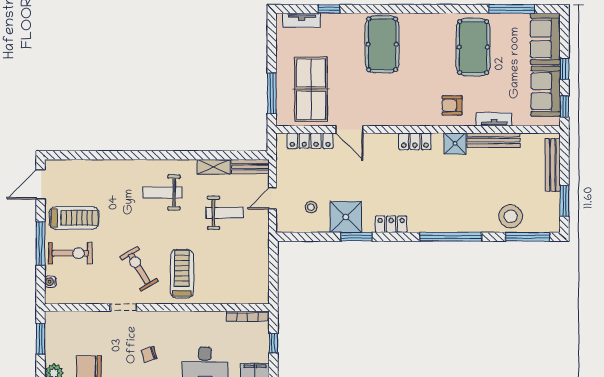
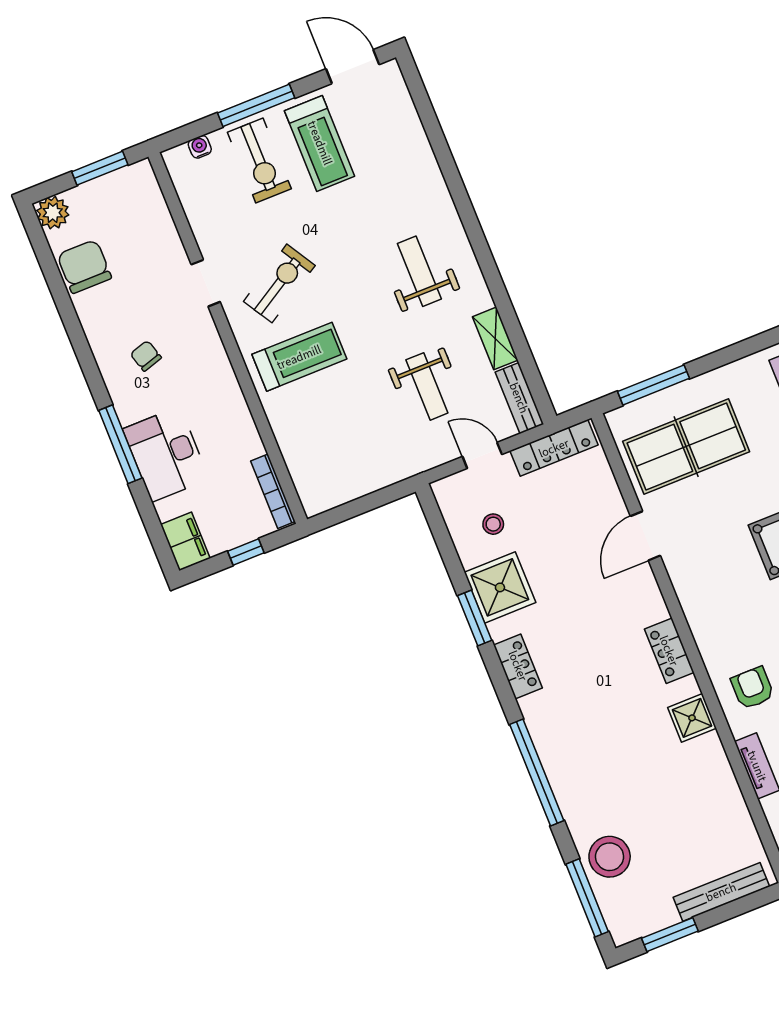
bench: (494, 140) -> (723, 779), removed
locker: (310, 141) -> (554, 448), moved, turned -90

